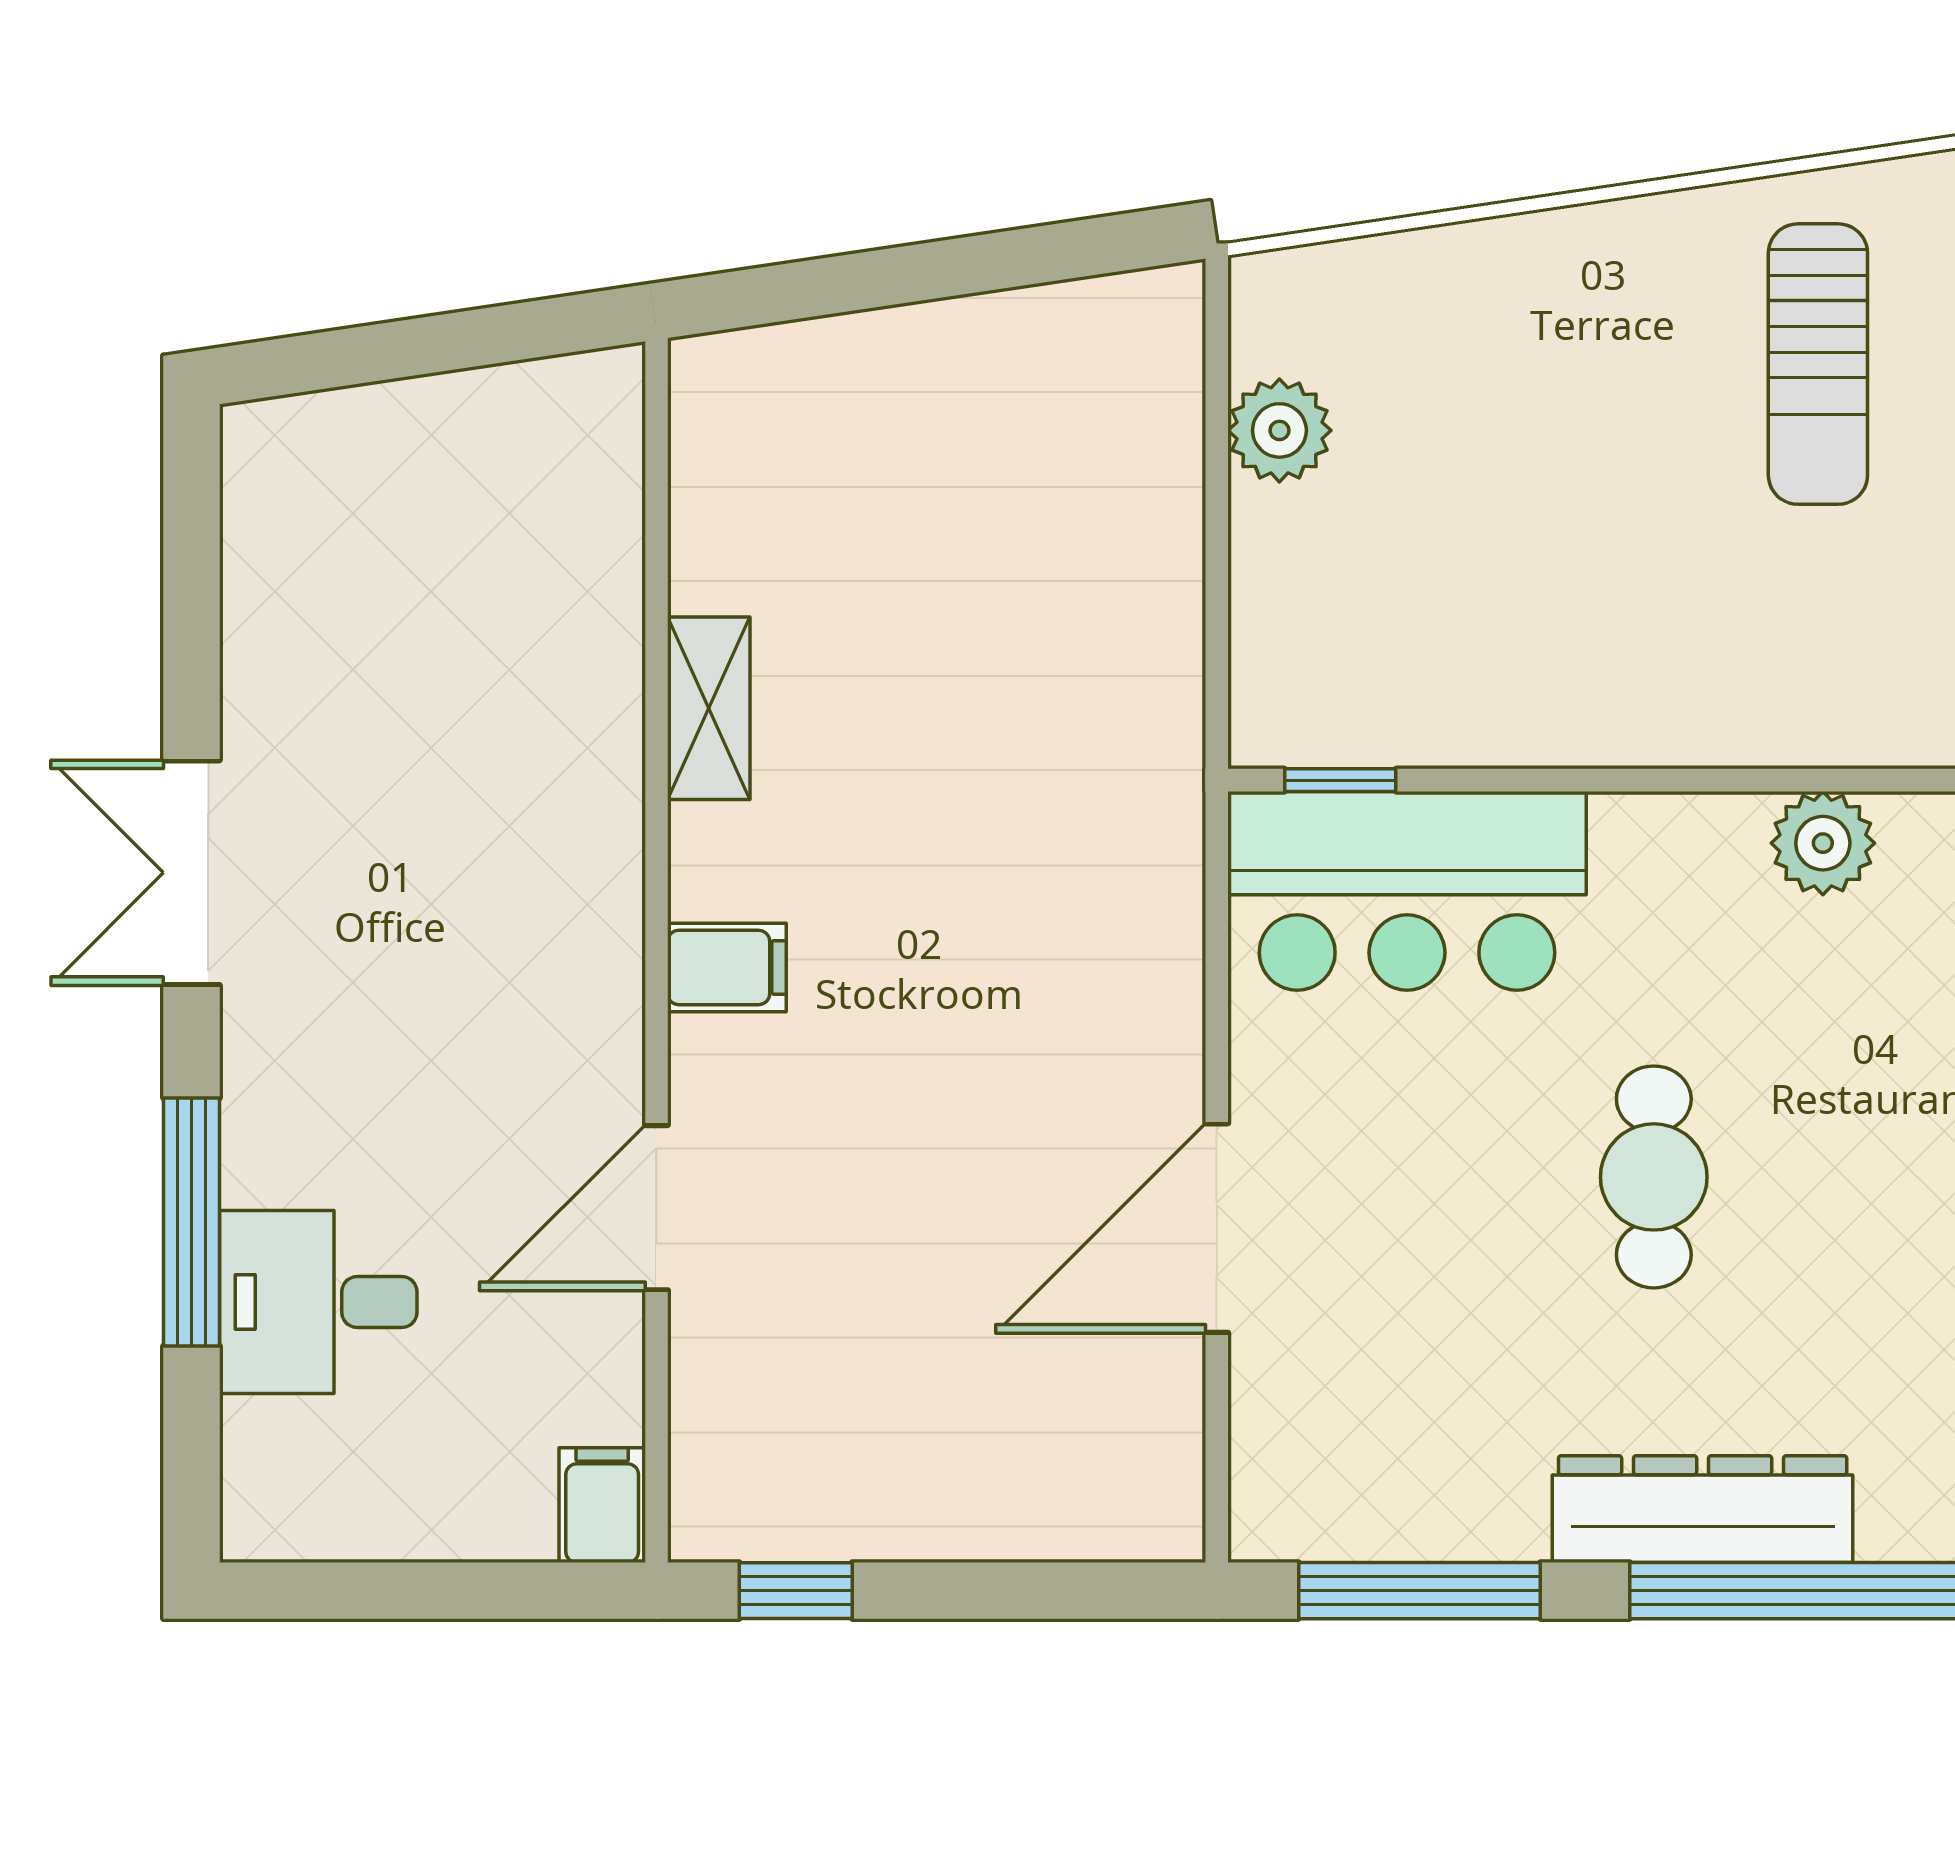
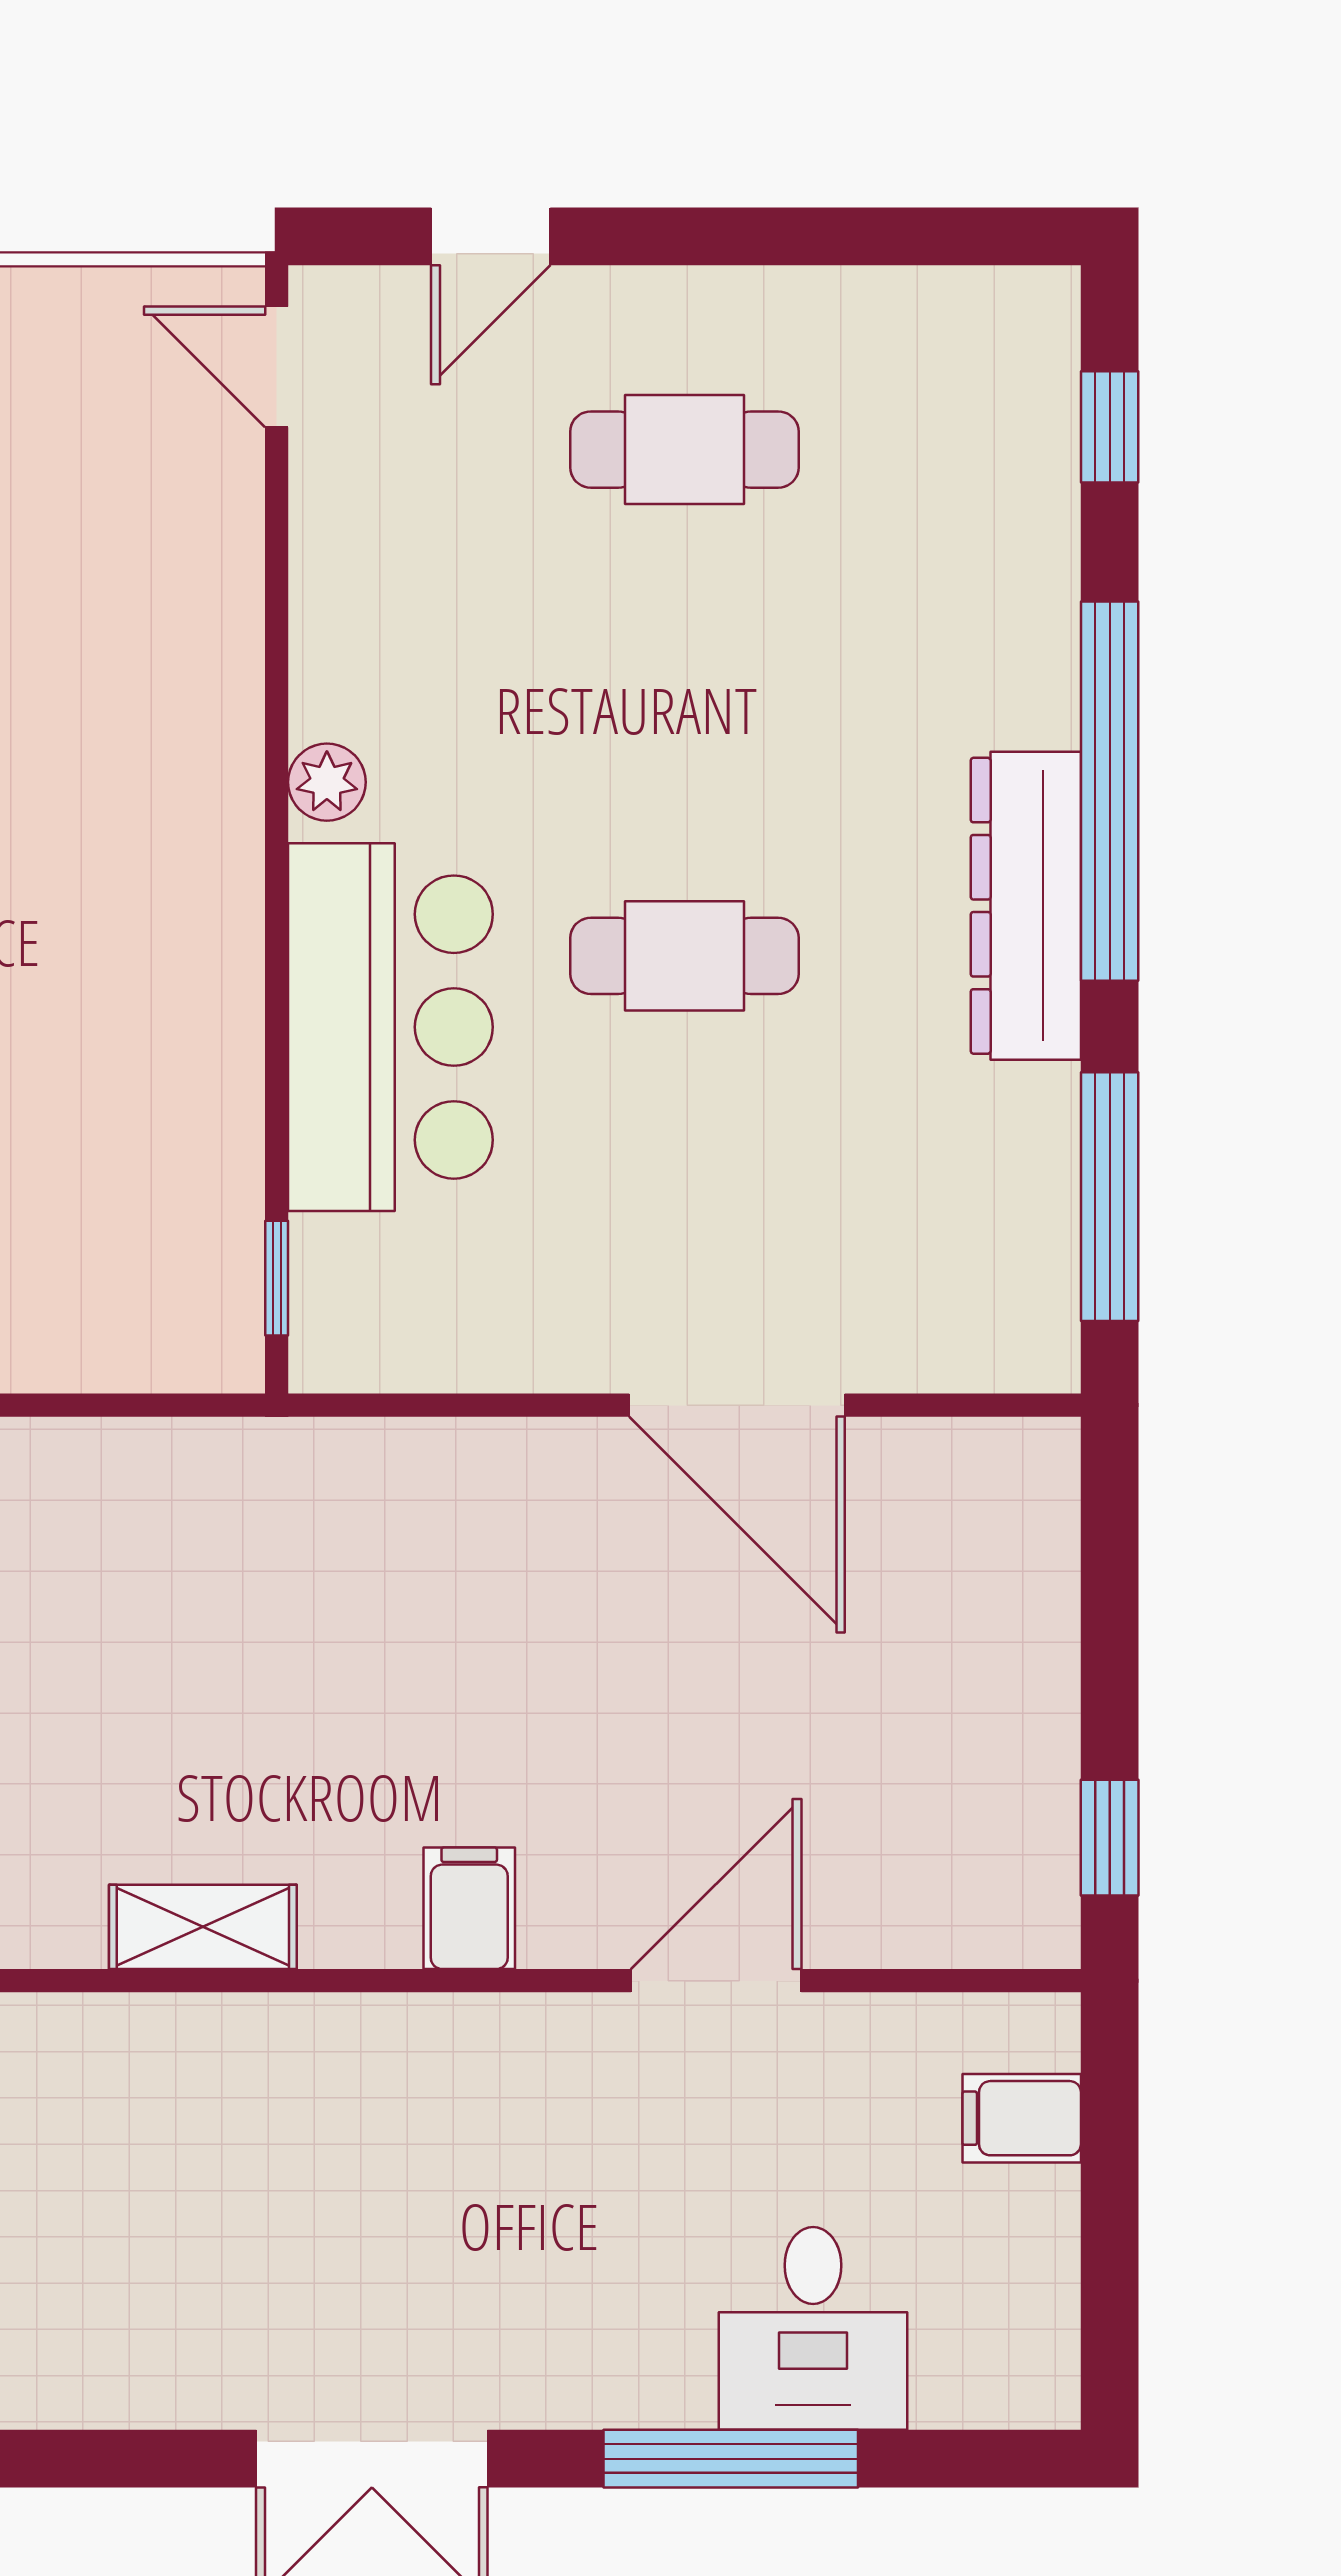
plant: (1823, 843) -> (327, 782), width x0.73, depth x0.73
bar counter: (1407, 891) -> (390, 1027), moved
door: (656, 1208) -> (716, 1981), swing flipped
filing cabinet: (602, 1505) -> (1022, 2118), moved

